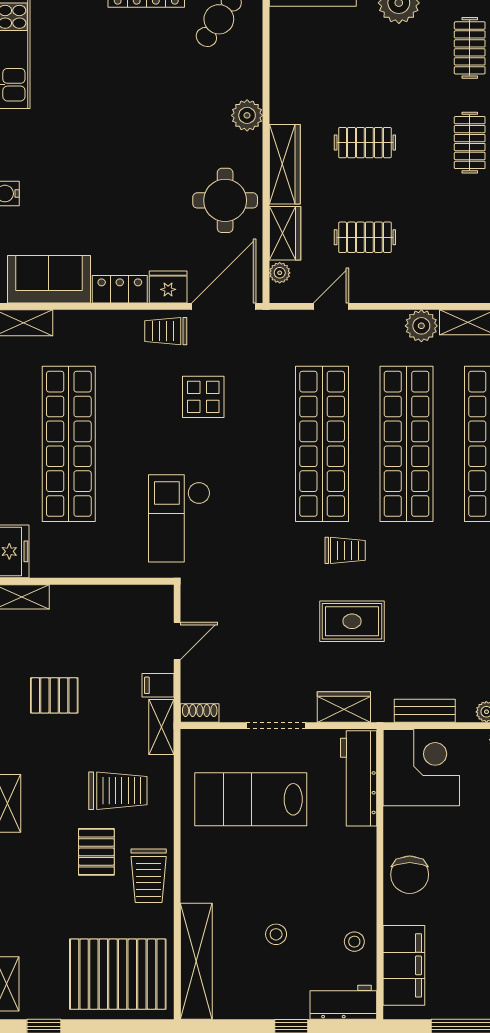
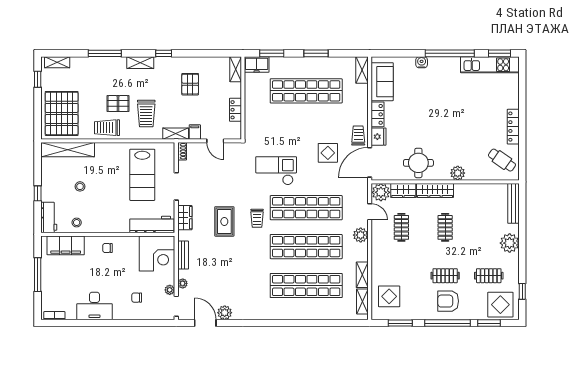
plant: (280, 273) -> (381, 192), width x1.87, depth x1.87
door: (224, 306) -> (370, 162), swing flipped
plant: (421, 326) -> (361, 235), moved
checkout: (179, 518) -> (276, 171), moved
locker: (110, 597) -> (235, 110), added
lab bench: (251, 799) -> (142, 175), turned 180
chair: (410, 875) -> (107, 248), width x0.54, depth x0.54

